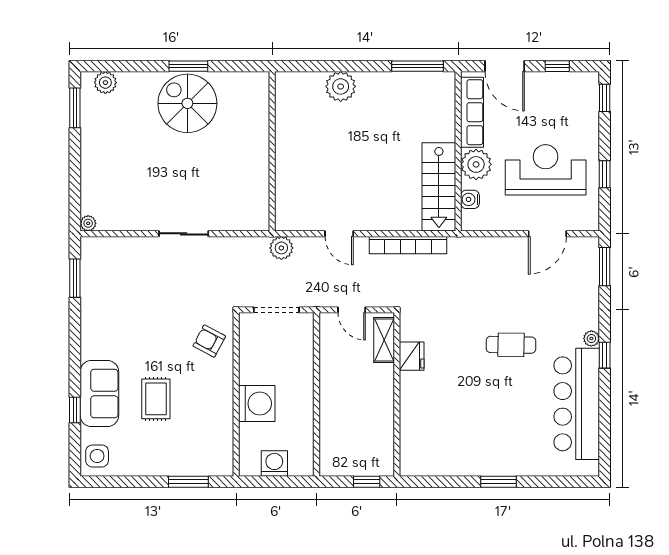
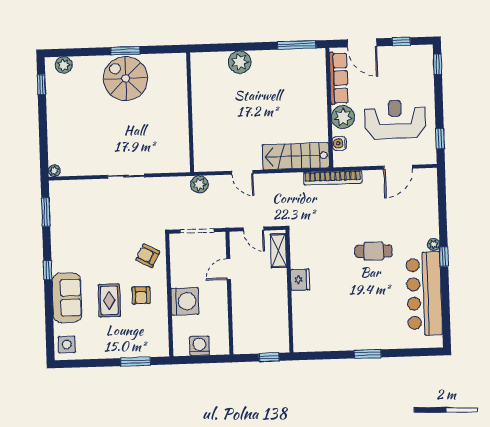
window: (75, 108) -> (41, 85), width x0.67
window: (605, 174) -> (440, 139), moved
stairs: (439, 187) -> (296, 156), moved, turned 90
bookcase: (408, 245) -> (333, 178), moved
window: (605, 267) -> (442, 190), removed
fridge: (412, 356) -> (300, 280), moved
door: (317, 362) -> (229, 269), added
armchair: (198, 394) -> (141, 295), added
window: (75, 410) -> (48, 270), moved

